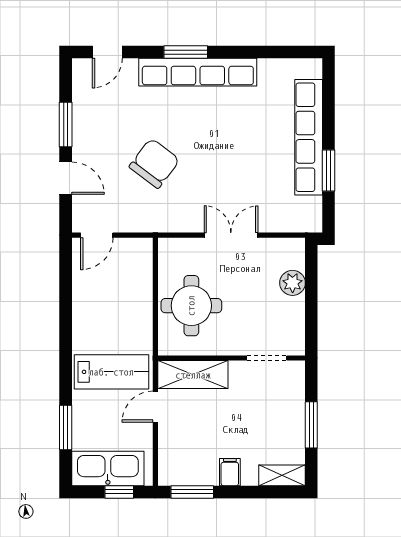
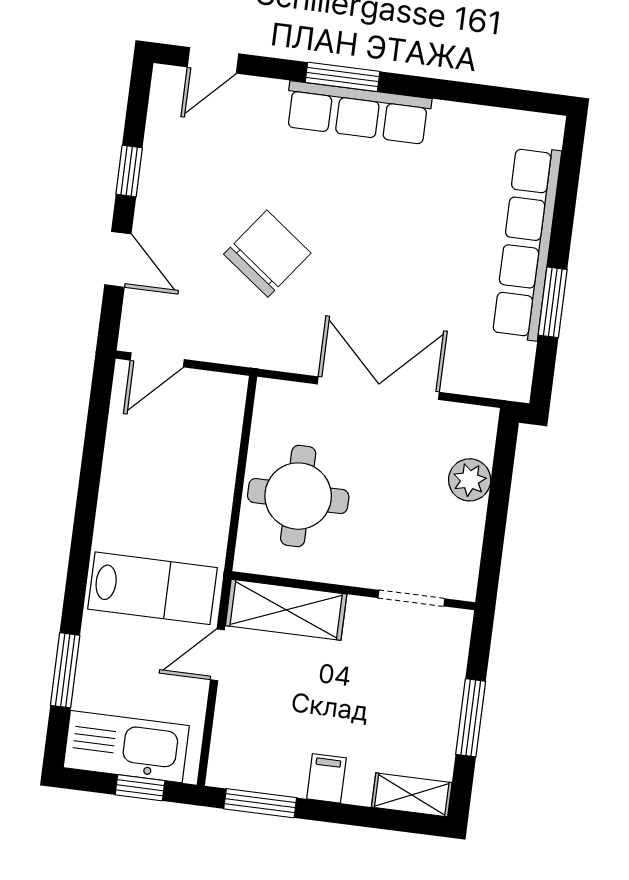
row of seats: (198, 72) -> (358, 113), width x0.73
window: (66, 125) -> (129, 171), width x0.67
double door: (231, 235) -> (378, 388), width x1.37

